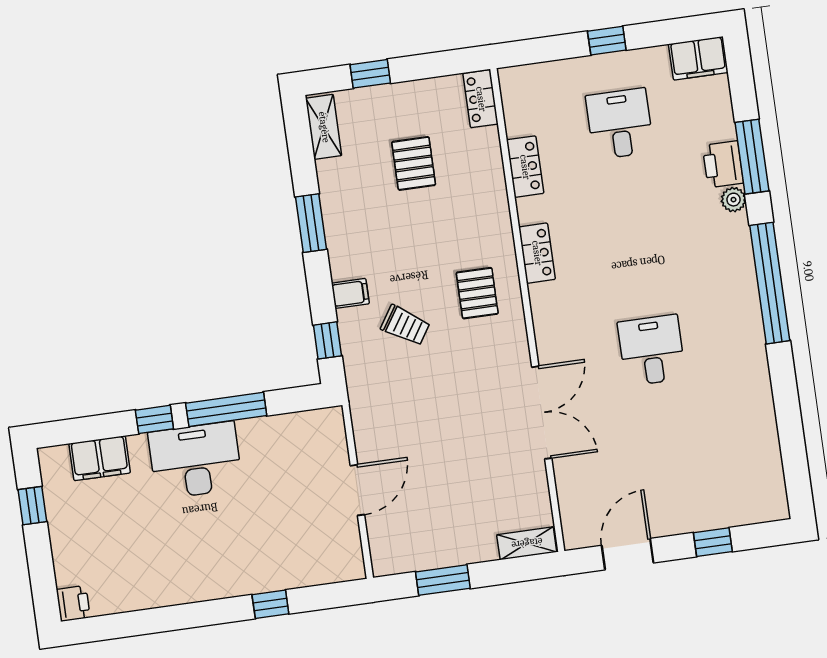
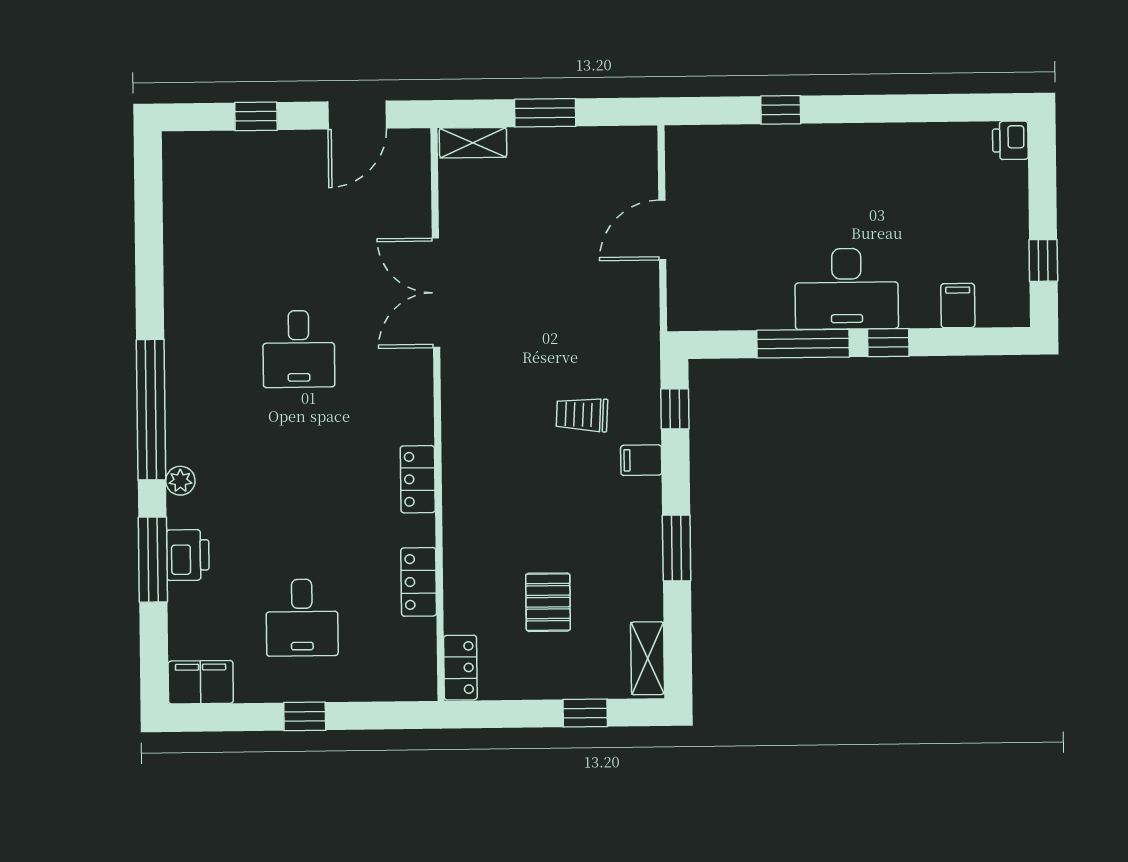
plant: (733, 200) -> (180, 481), moved
pallet: (477, 293) -> (493, 442), removed
trolley: (405, 325) -> (582, 415), turned -30
filing cabinet: (100, 458) -> (958, 306), width x0.50
window: (443, 580) -> (545, 113), moved

